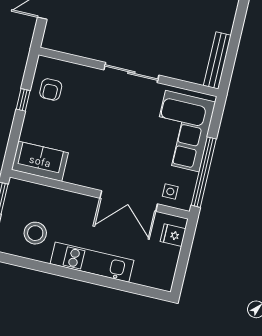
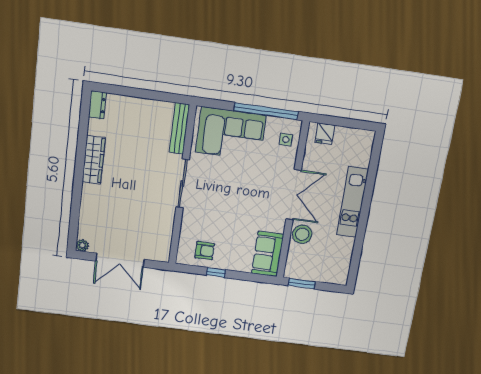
bench: (217, 60) -> (179, 129), moved, turned 90
double door: (129, 201) -> (294, 195), moved
stool: (35, 233) -> (302, 234), moved

